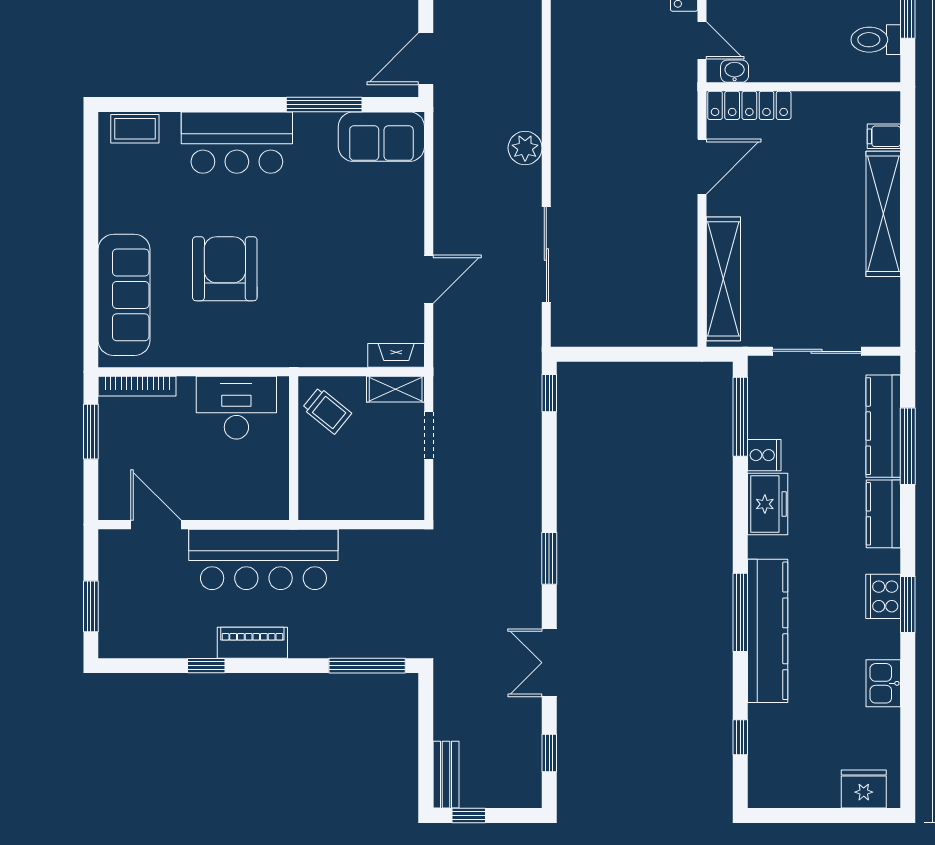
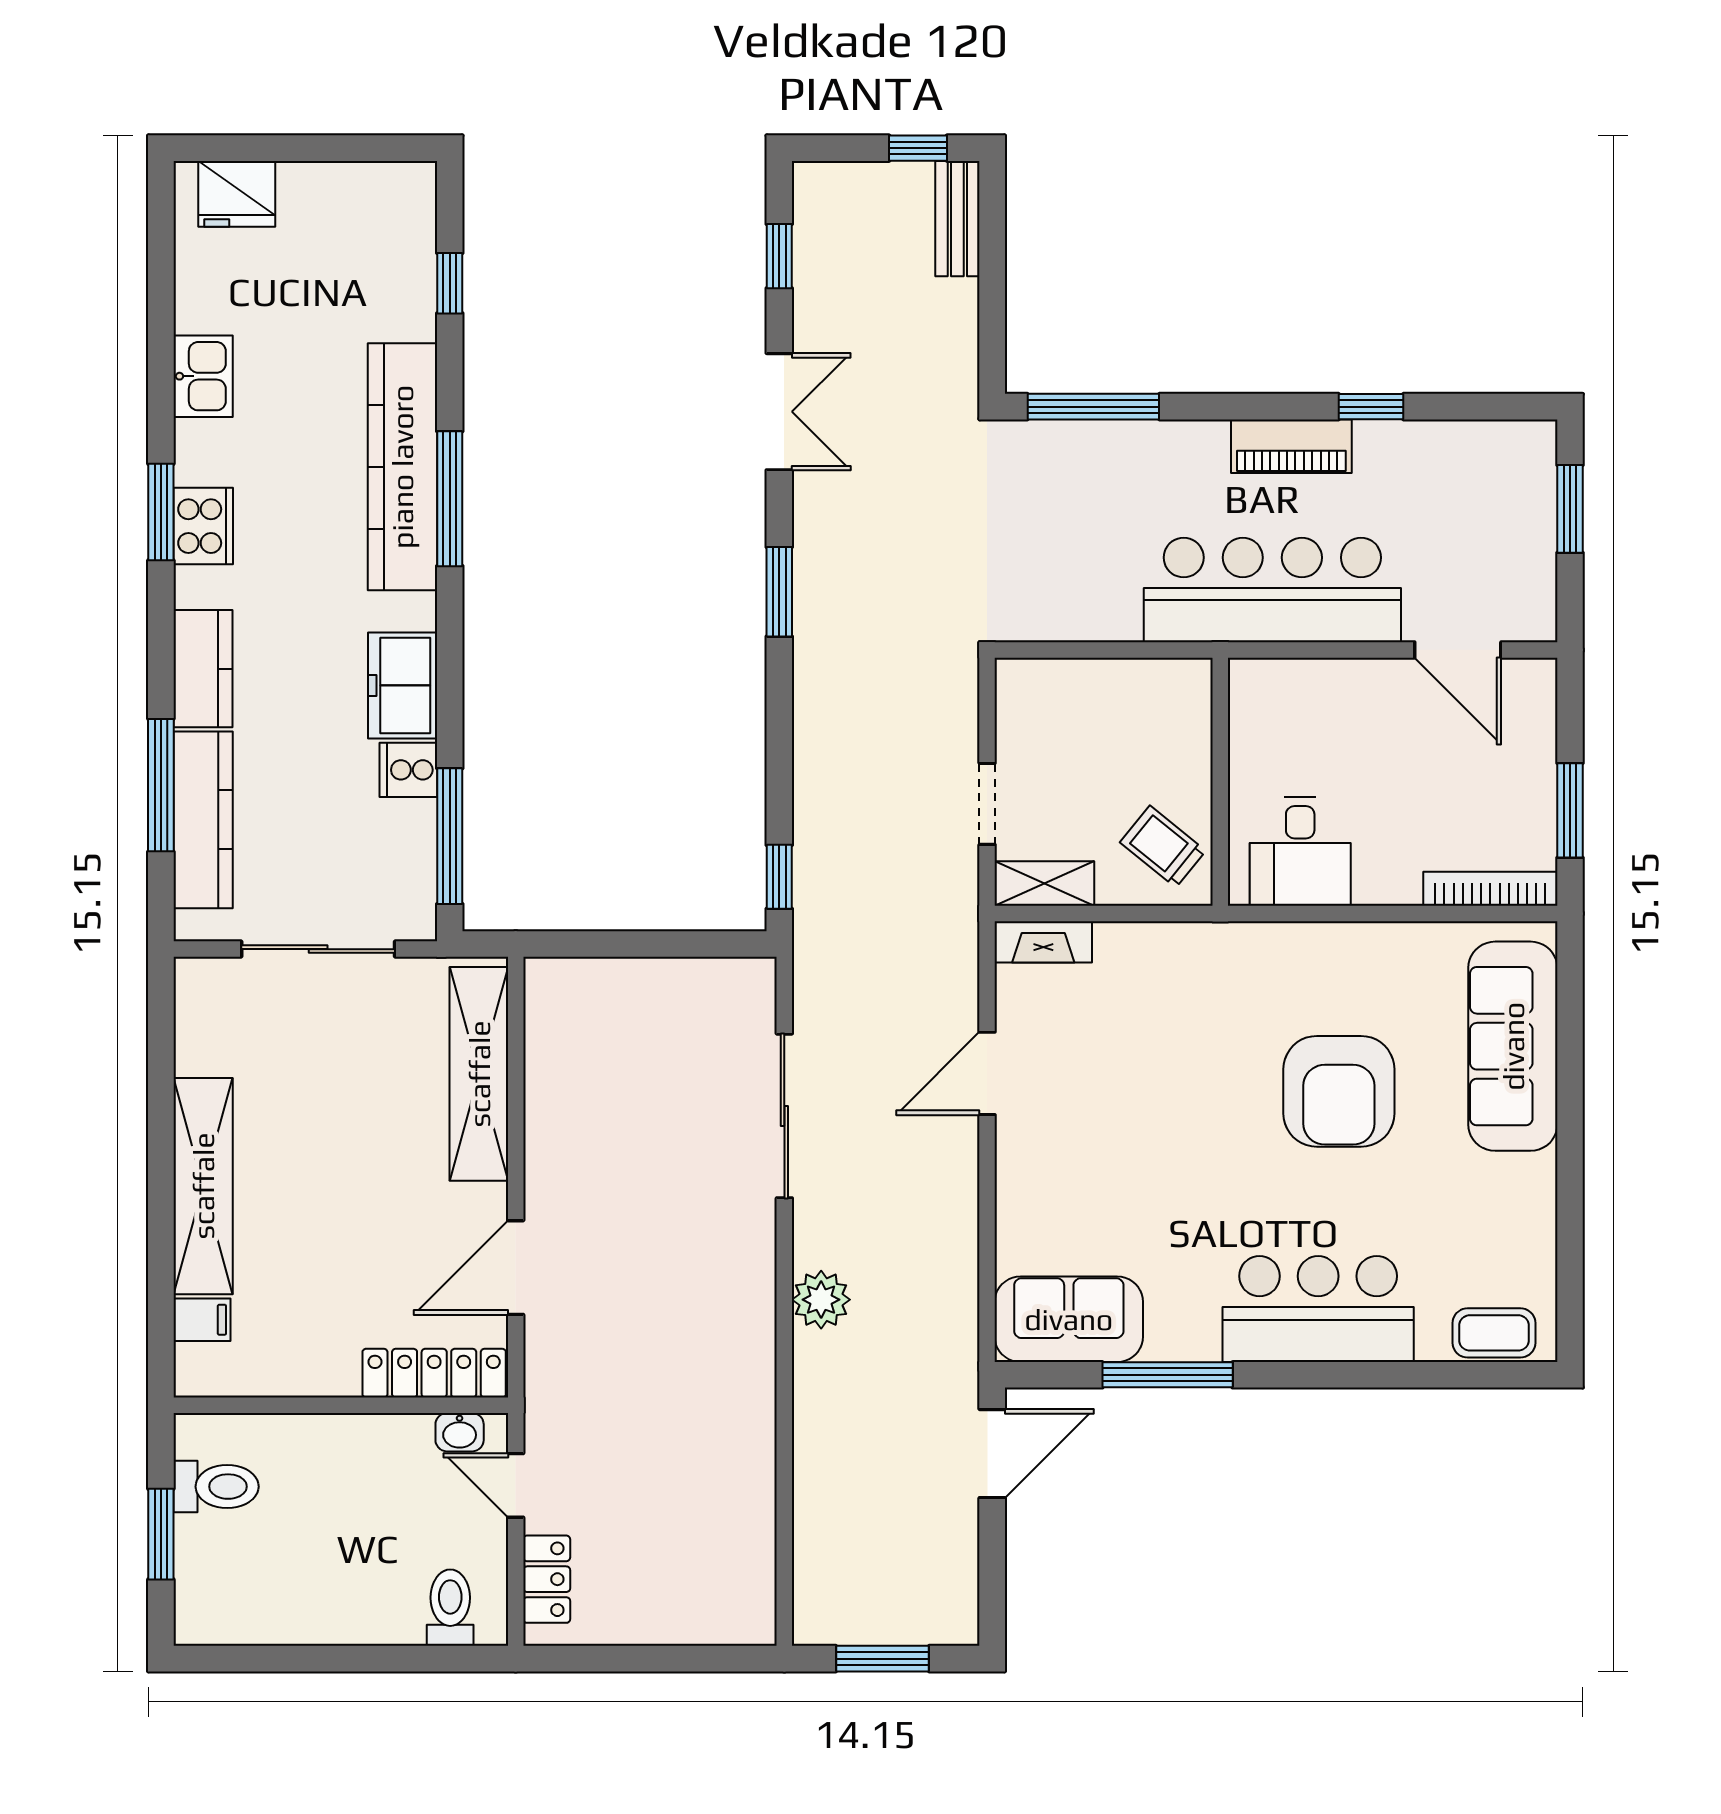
desk: (236, 408) -> (1300, 852), width x0.73

